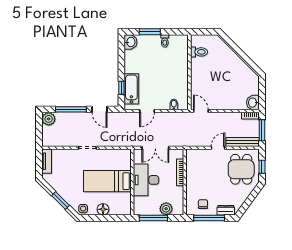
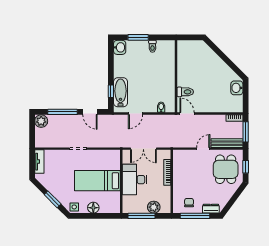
toilet: (199, 52) -> (185, 92), moved
washbasin: (253, 103) -> (237, 88), moved

